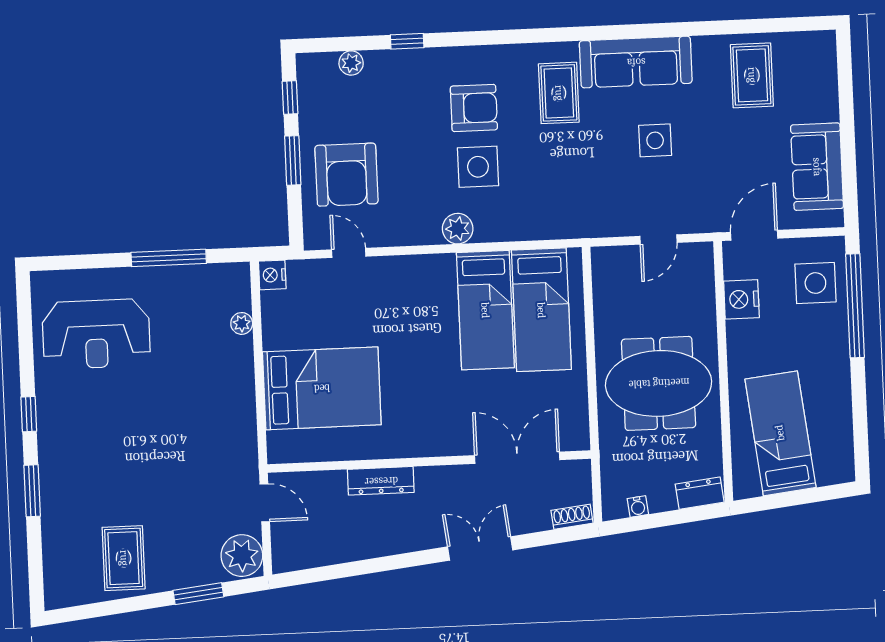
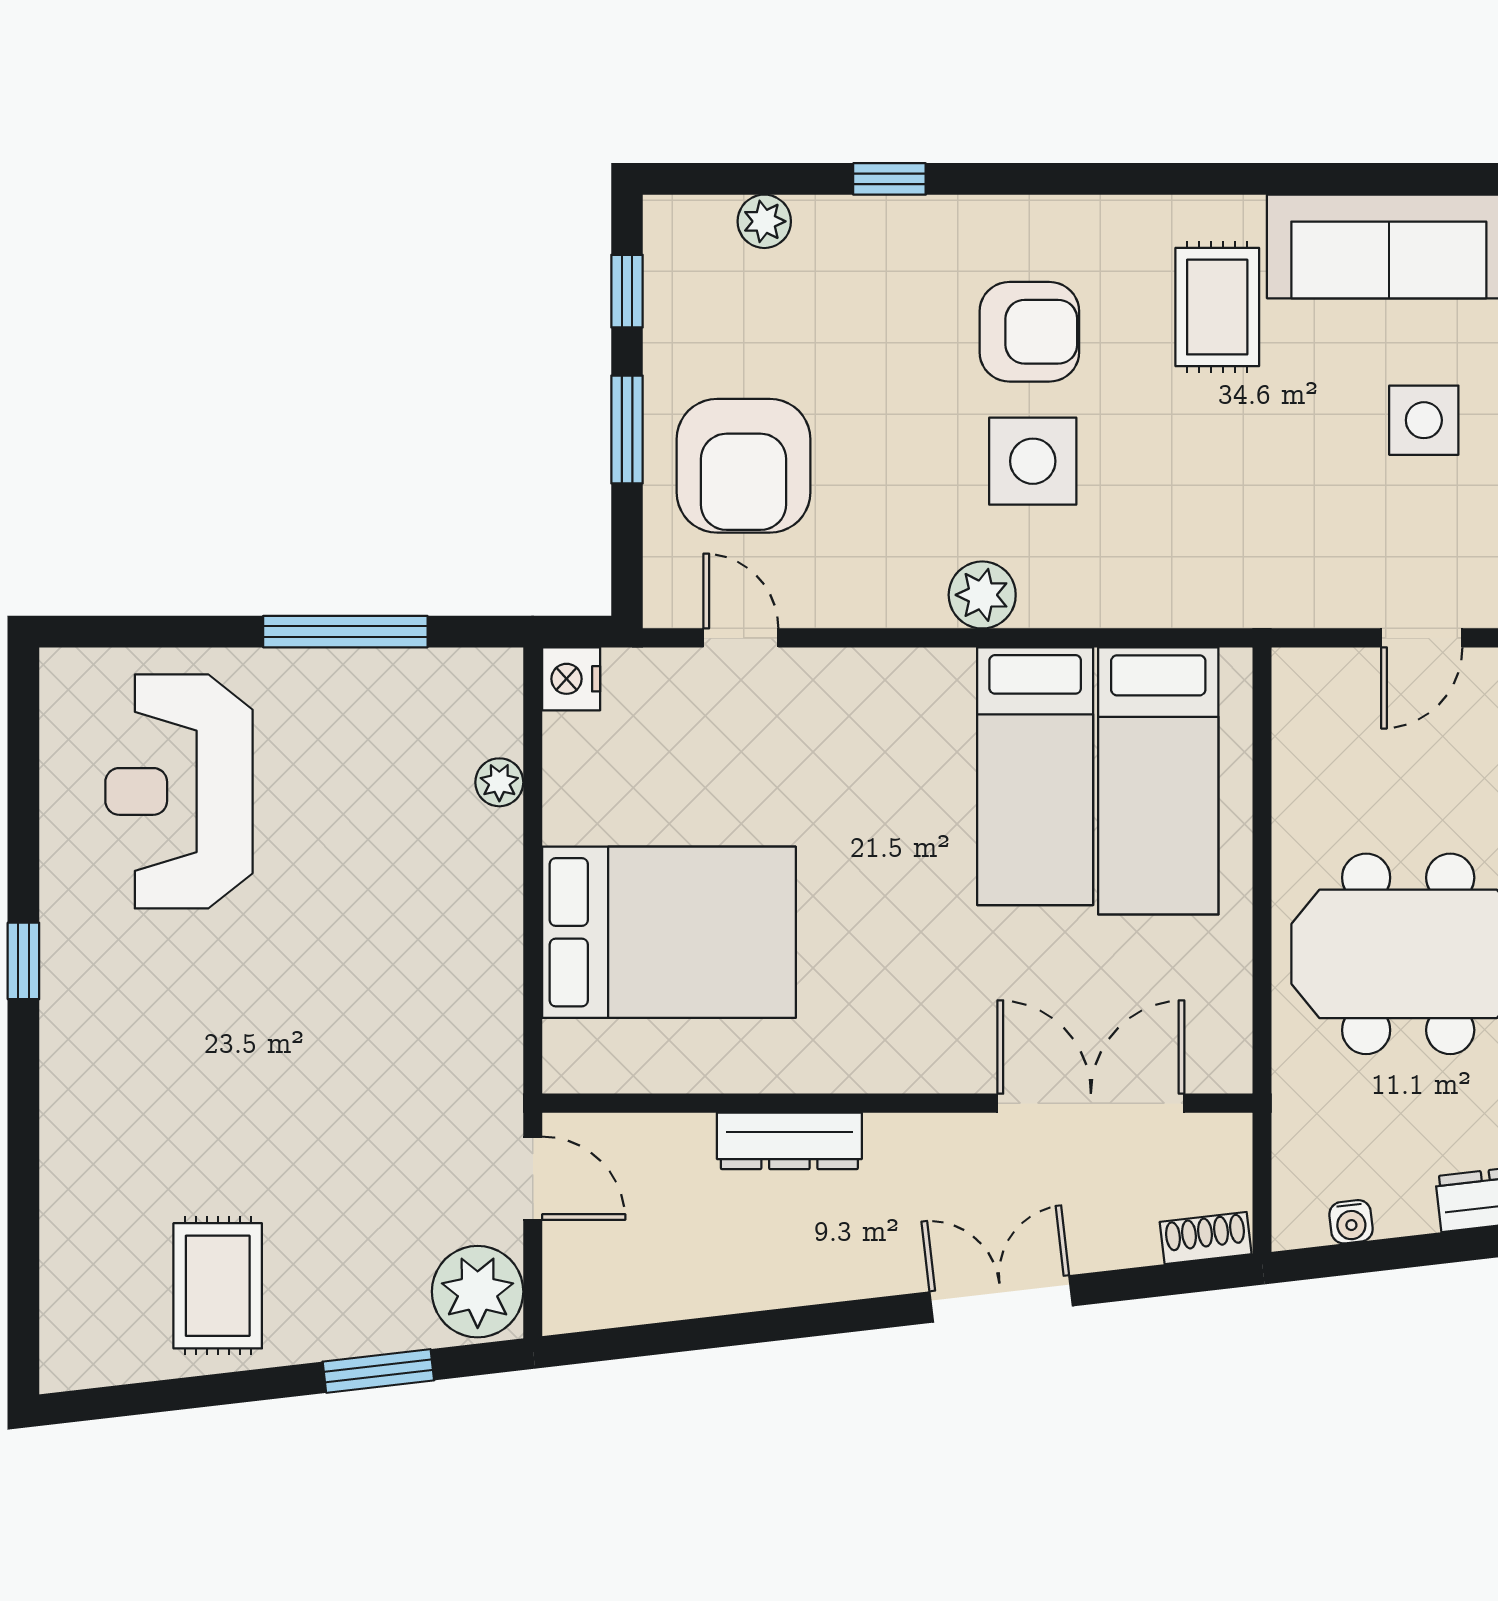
reception desk: (96, 334) -> (179, 791), turned 90
window: (32, 491) -> (23, 1129), removed

